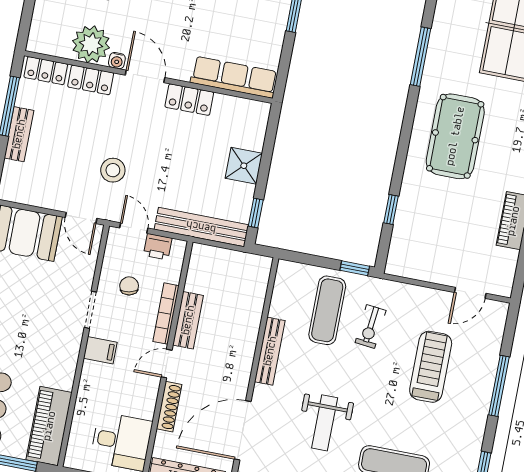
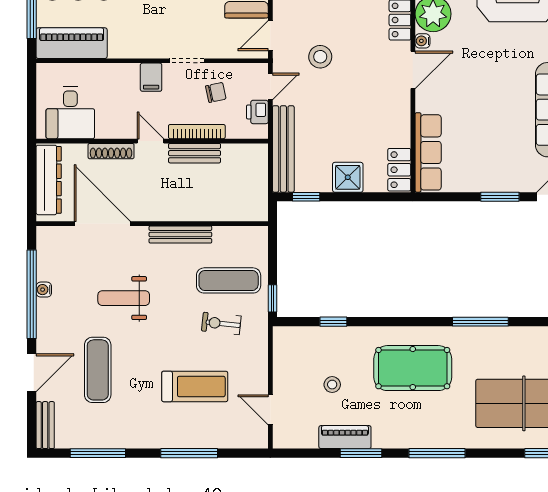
locker: (189, 100) -> (399, 170), moved
stool: (456, 223) -> (332, 385), added

